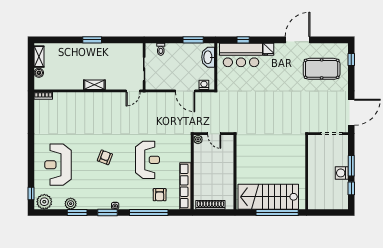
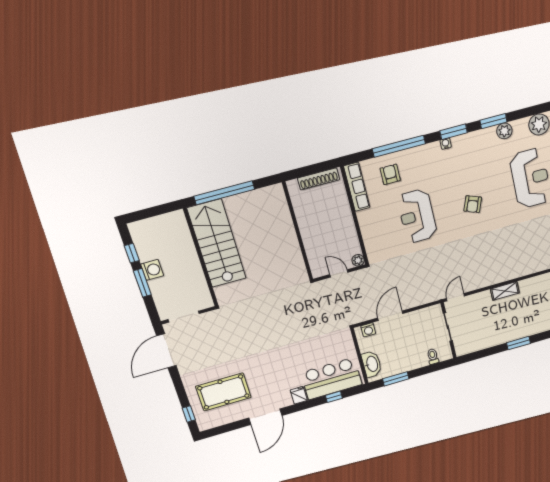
door: (185, 91) -> (390, 316), hinge flipped
row of seats: (185, 186) -> (357, 187), width x0.73
stairs: (268, 197) -> (217, 243), moved, turned -90

